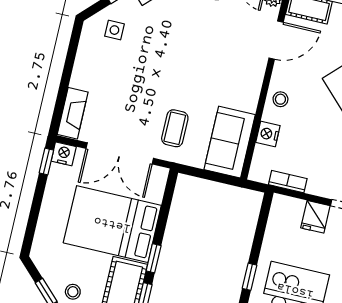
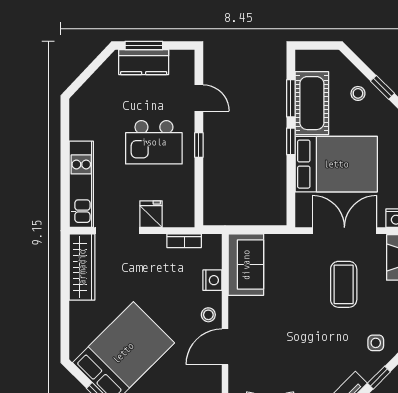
door: (276, 40) -> (225, 347), moved
coffee table: (175, 128) -> (344, 284), moved, width x1.36, depth x1.30

